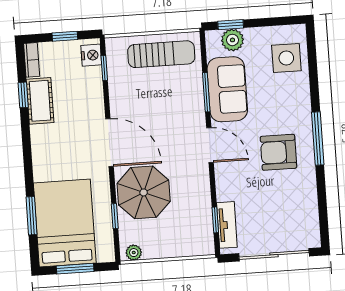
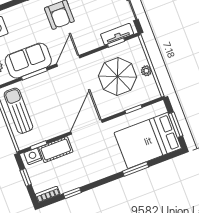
cot: (40, 101) -> (56, 150), moved
parasol: (144, 192) -> (118, 77), moved
window: (31, 216) -> (135, 169), moved
plant: (134, 253) -> (146, 71), moved

